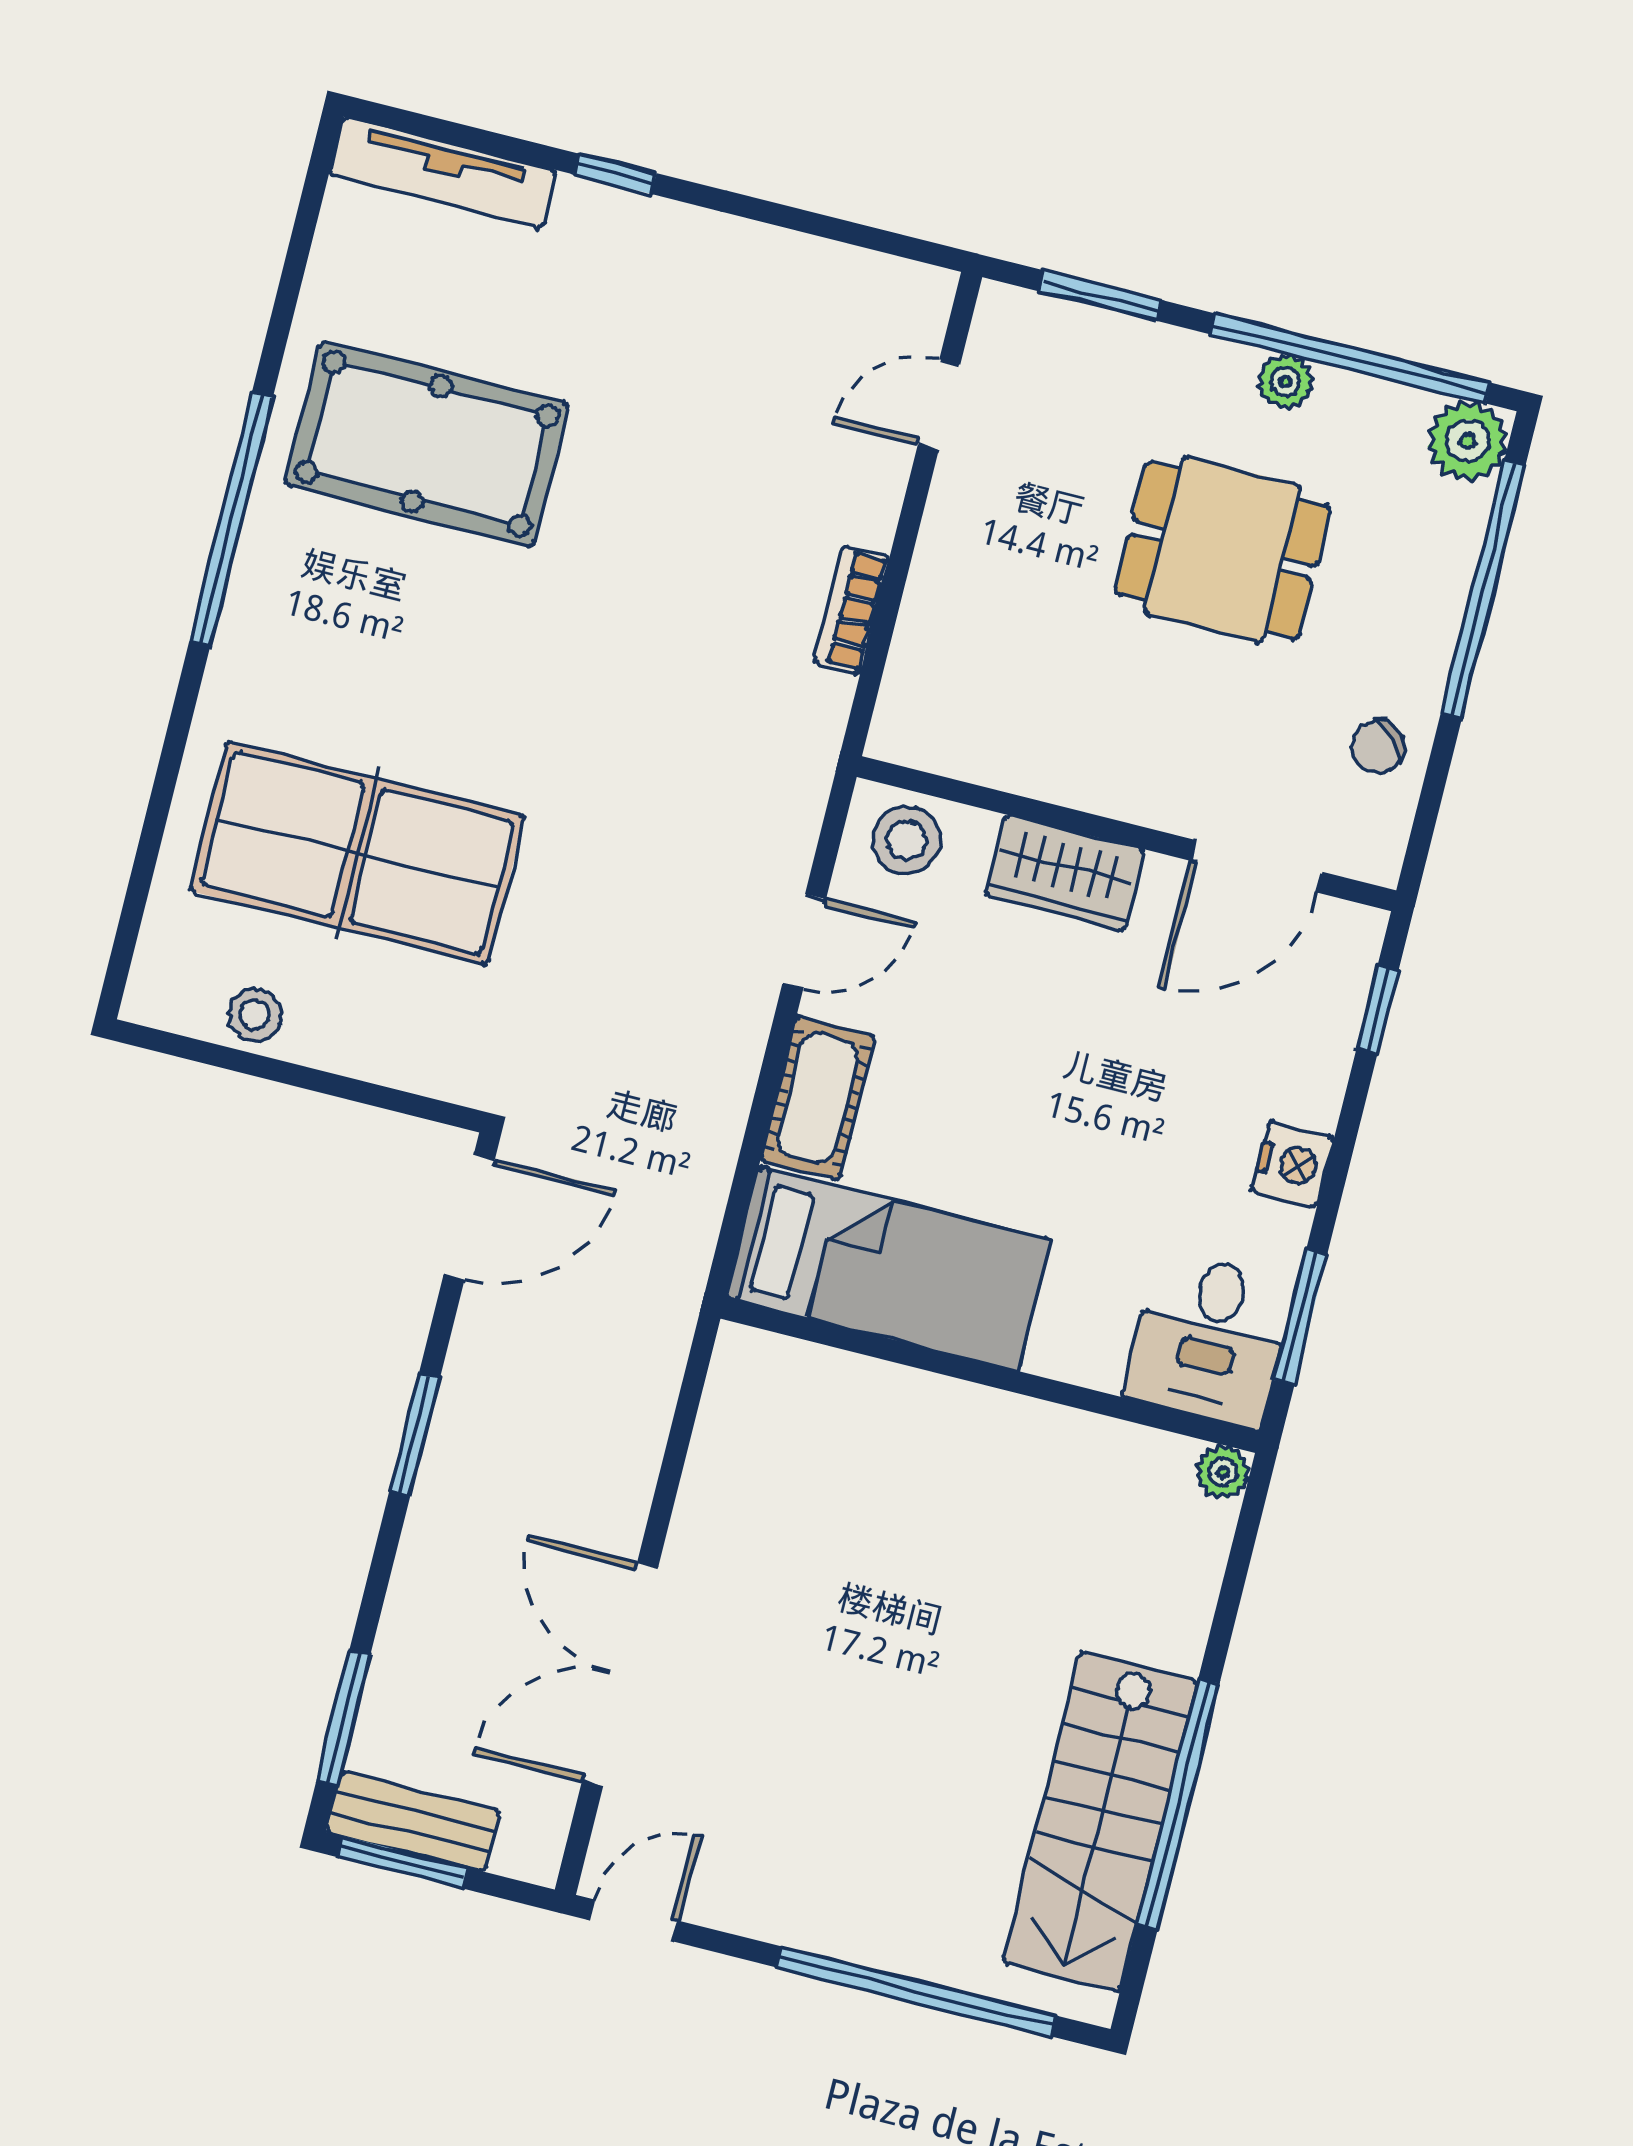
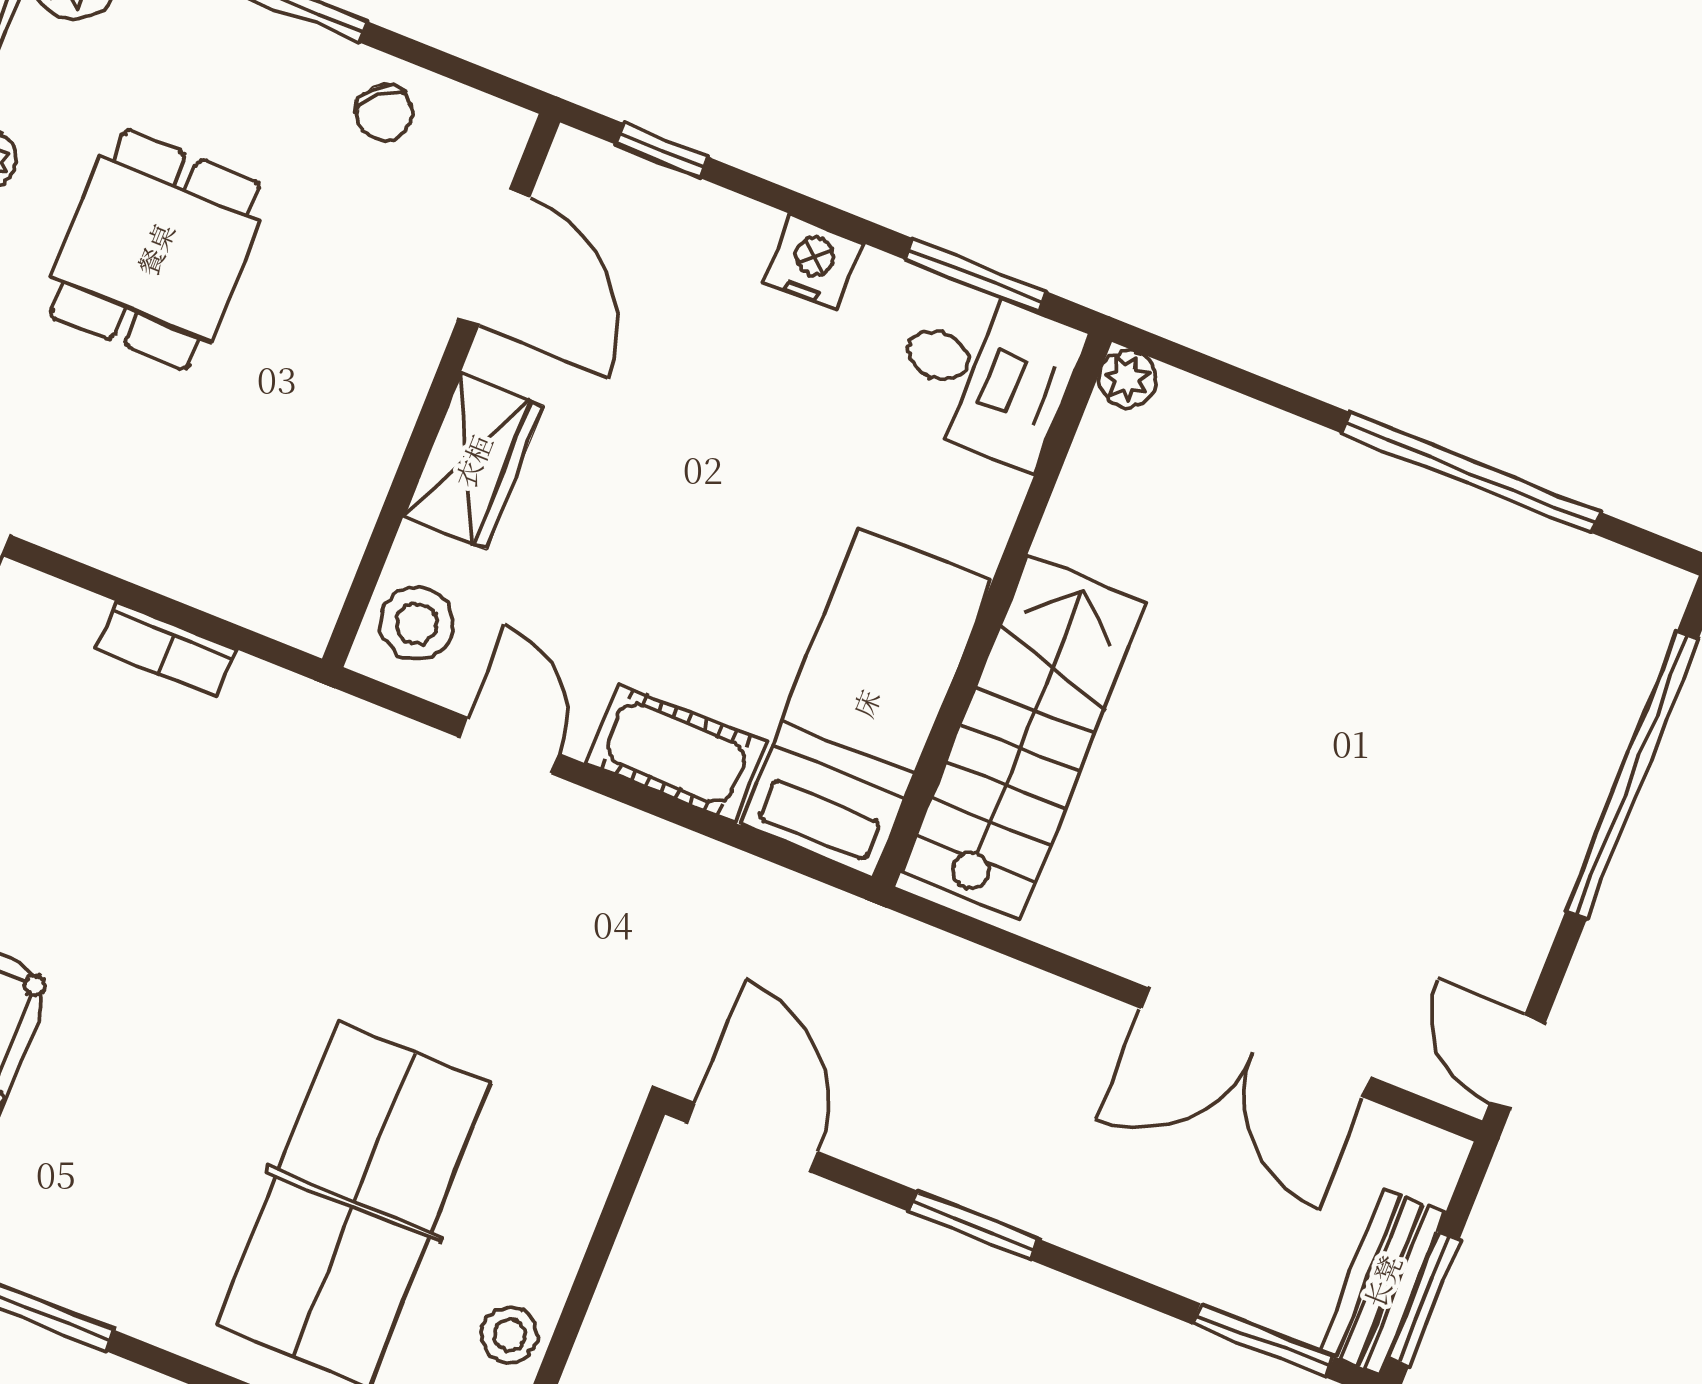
stairs: (1100, 1822) -> (1024, 737), moved, turned -90

